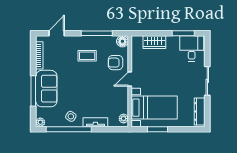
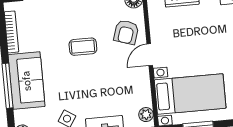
coffee table: (87, 56) -> (83, 47), moved
armchair: (115, 63) -> (126, 32), turned -72

